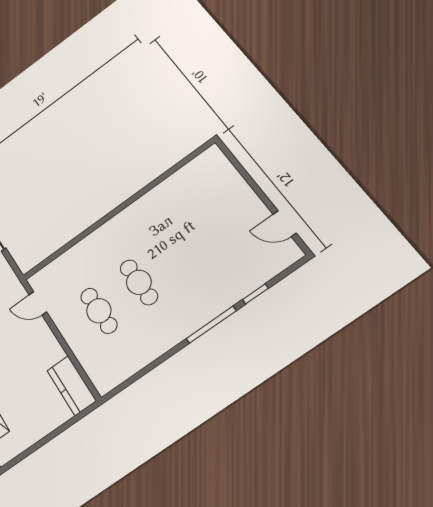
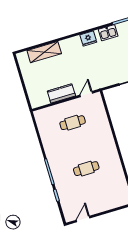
cafe table: (139, 282) -> (86, 169), moved
kitchen counter: (72, 386) -> (61, 93), moved

